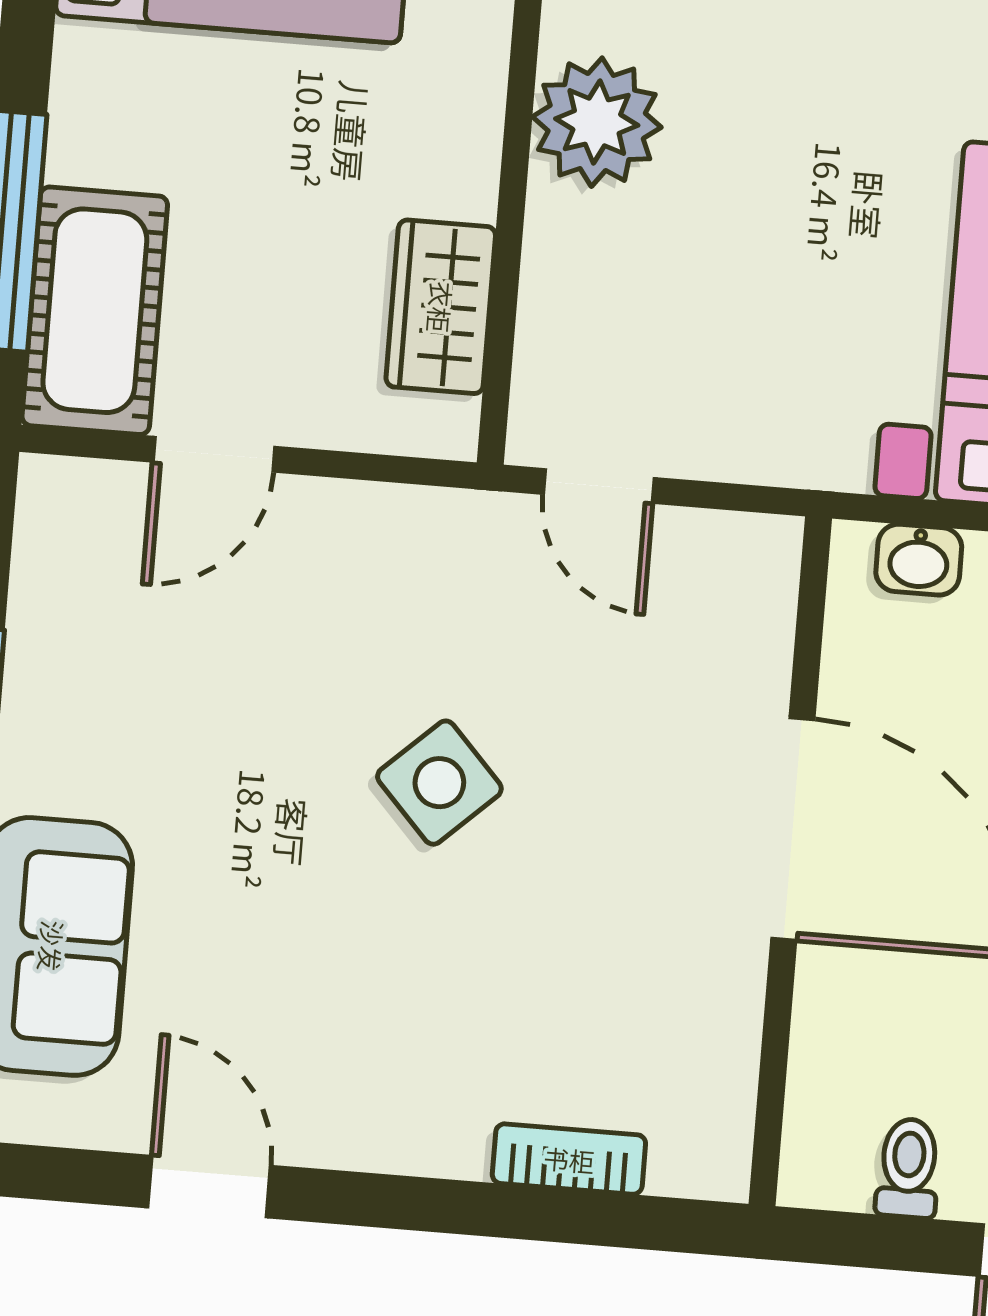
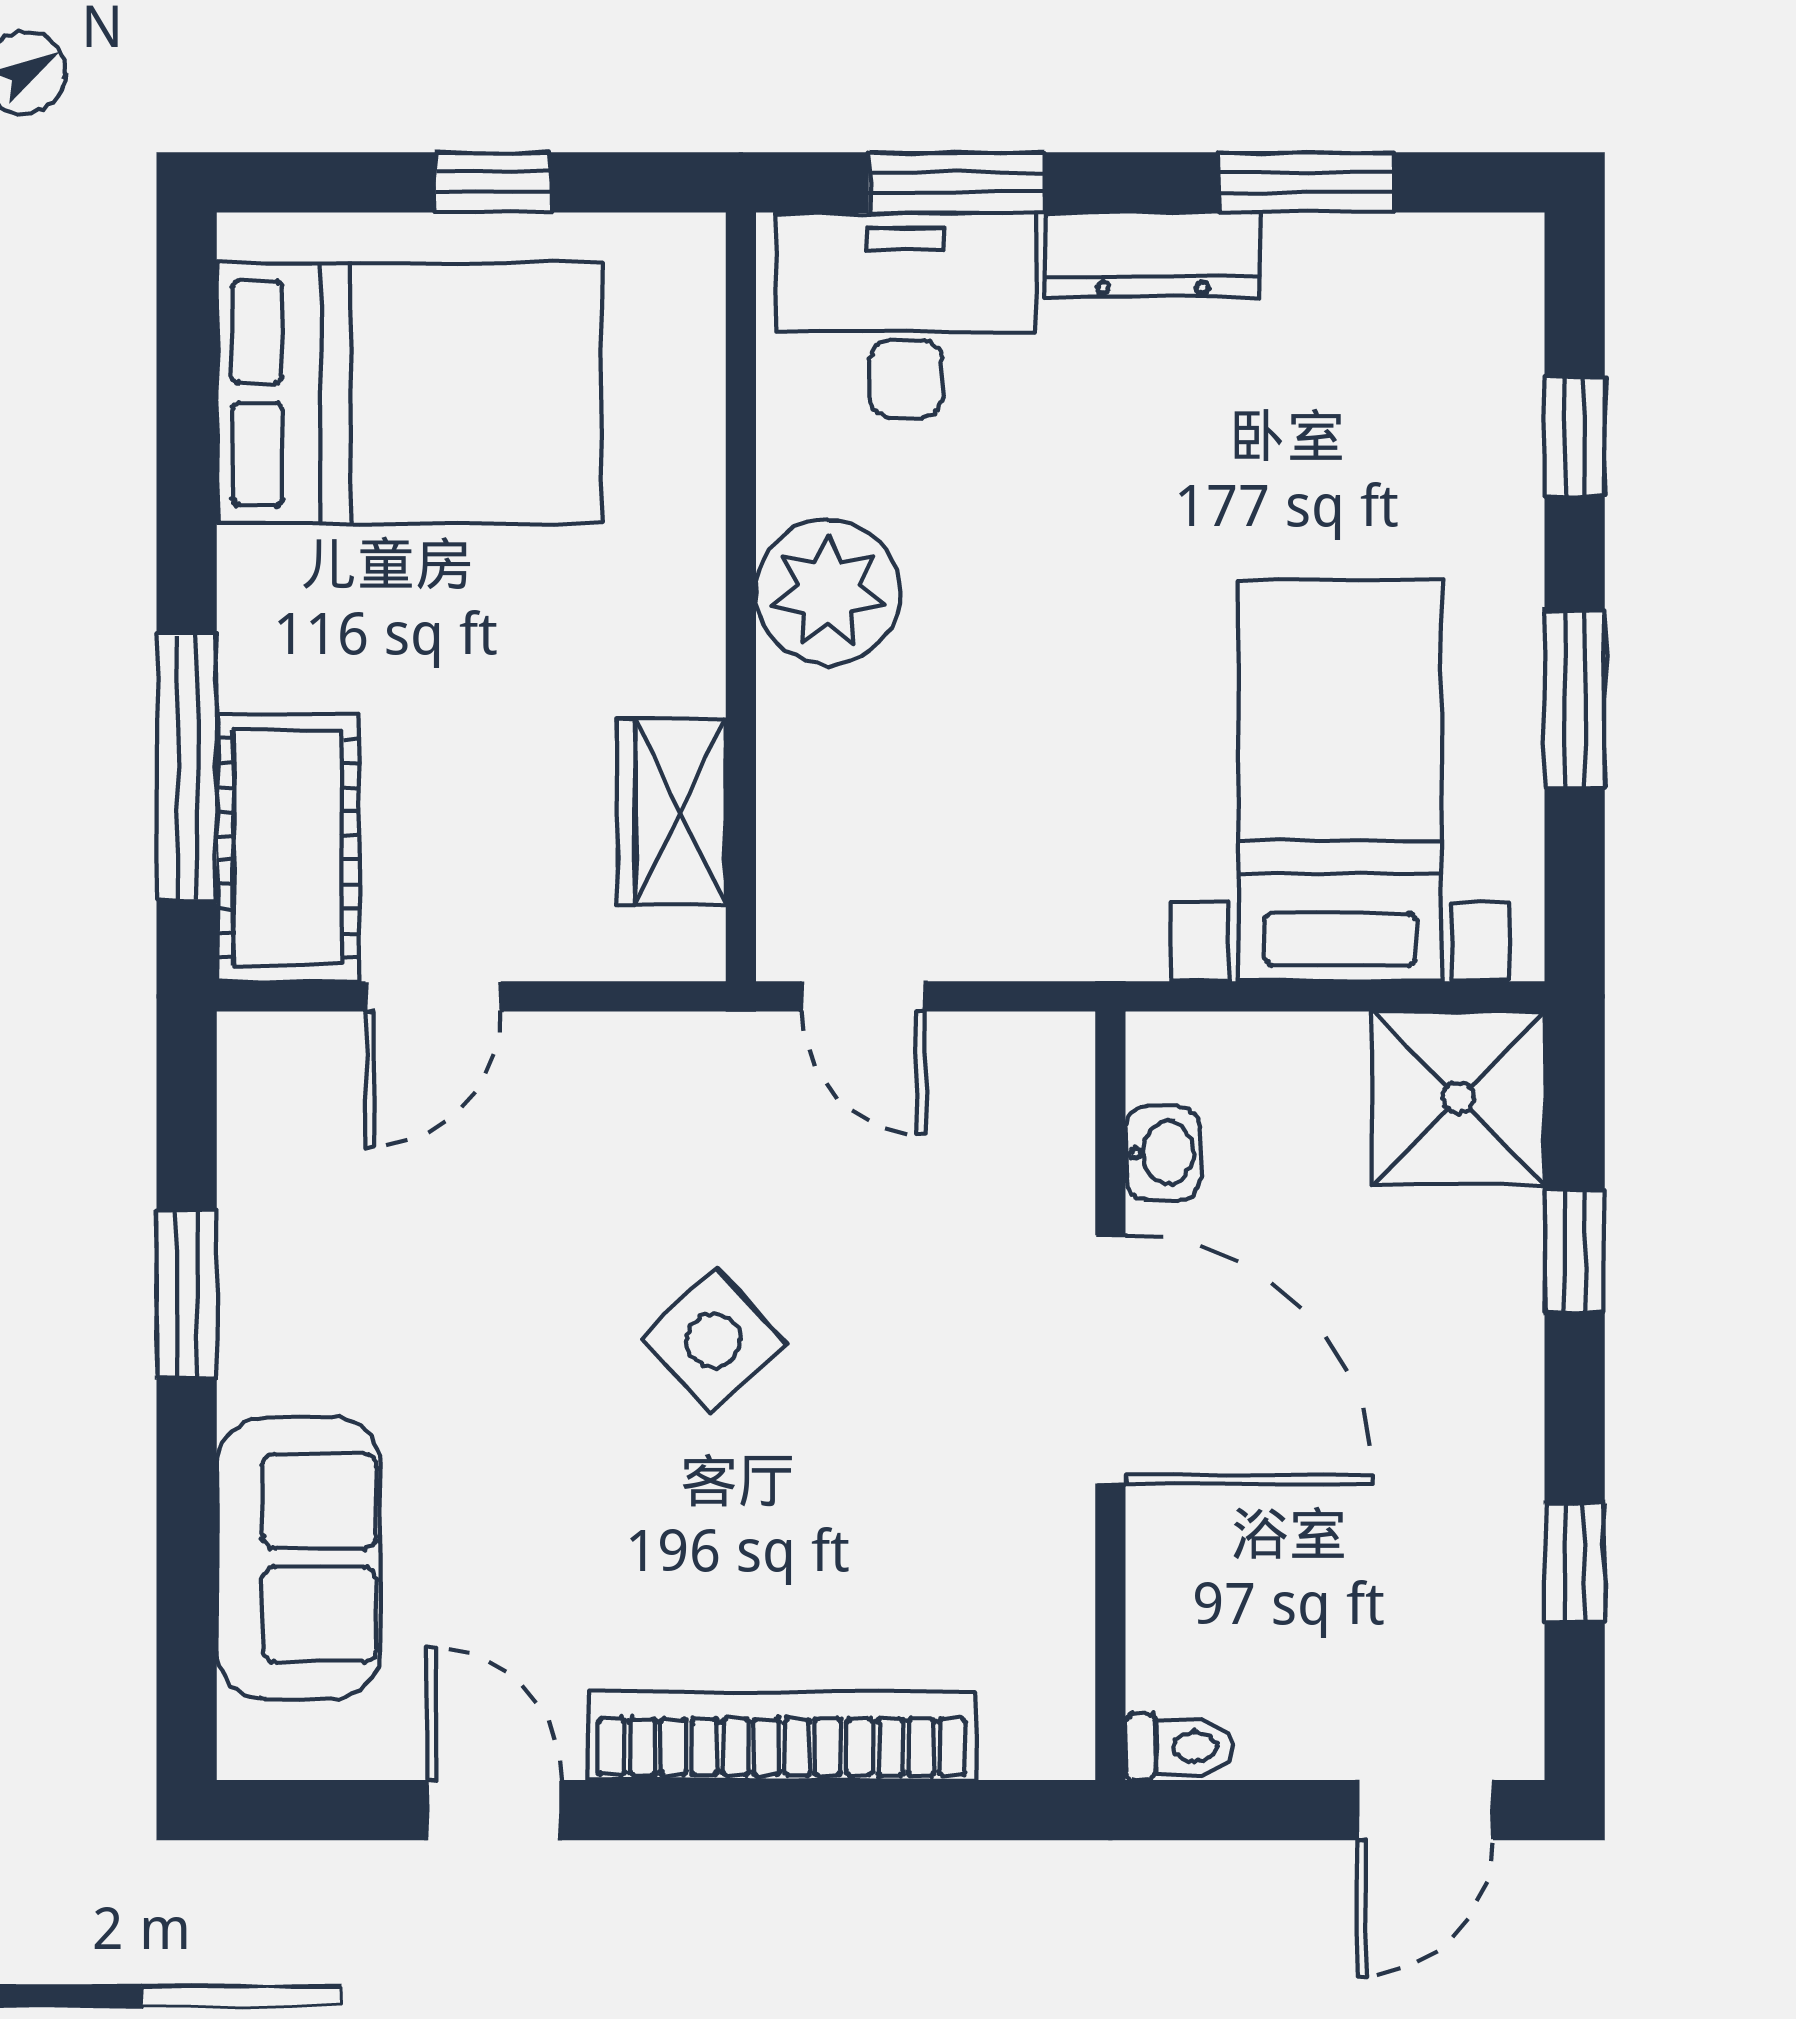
washbasin: (919, 560) -> (1163, 1153), moved, turned -90
bookcase: (569, 1159) -> (782, 1736), width x2.31, depth x1.31
toilet: (908, 1168) -> (1180, 1747), moved, turned 90

